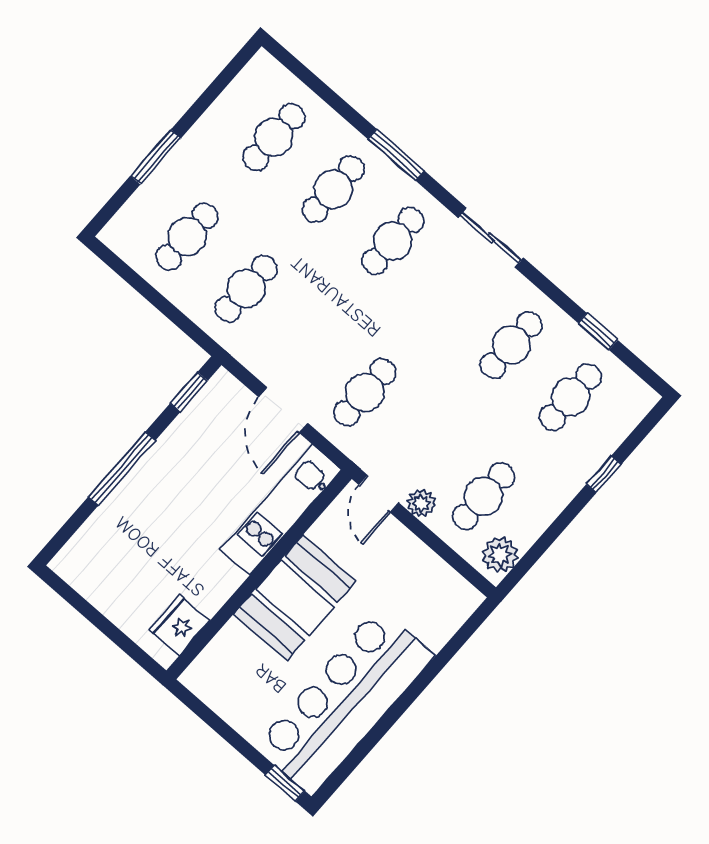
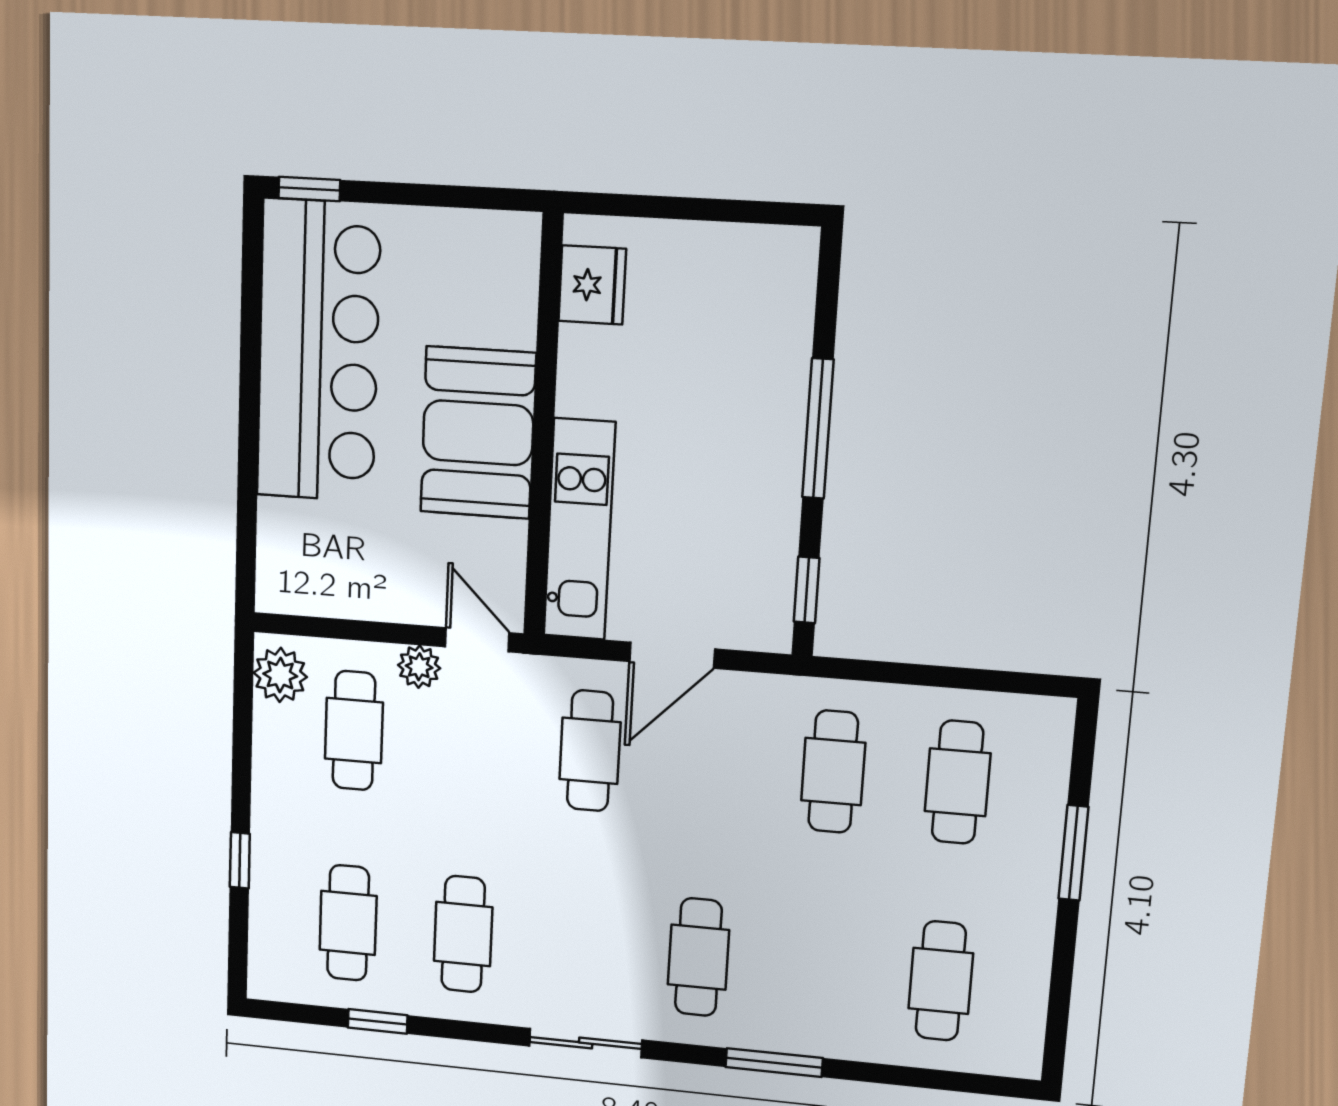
cafe table: (333, 189) -> (819, 969), removed
door: (283, 410) -> (672, 655), swing flipped

